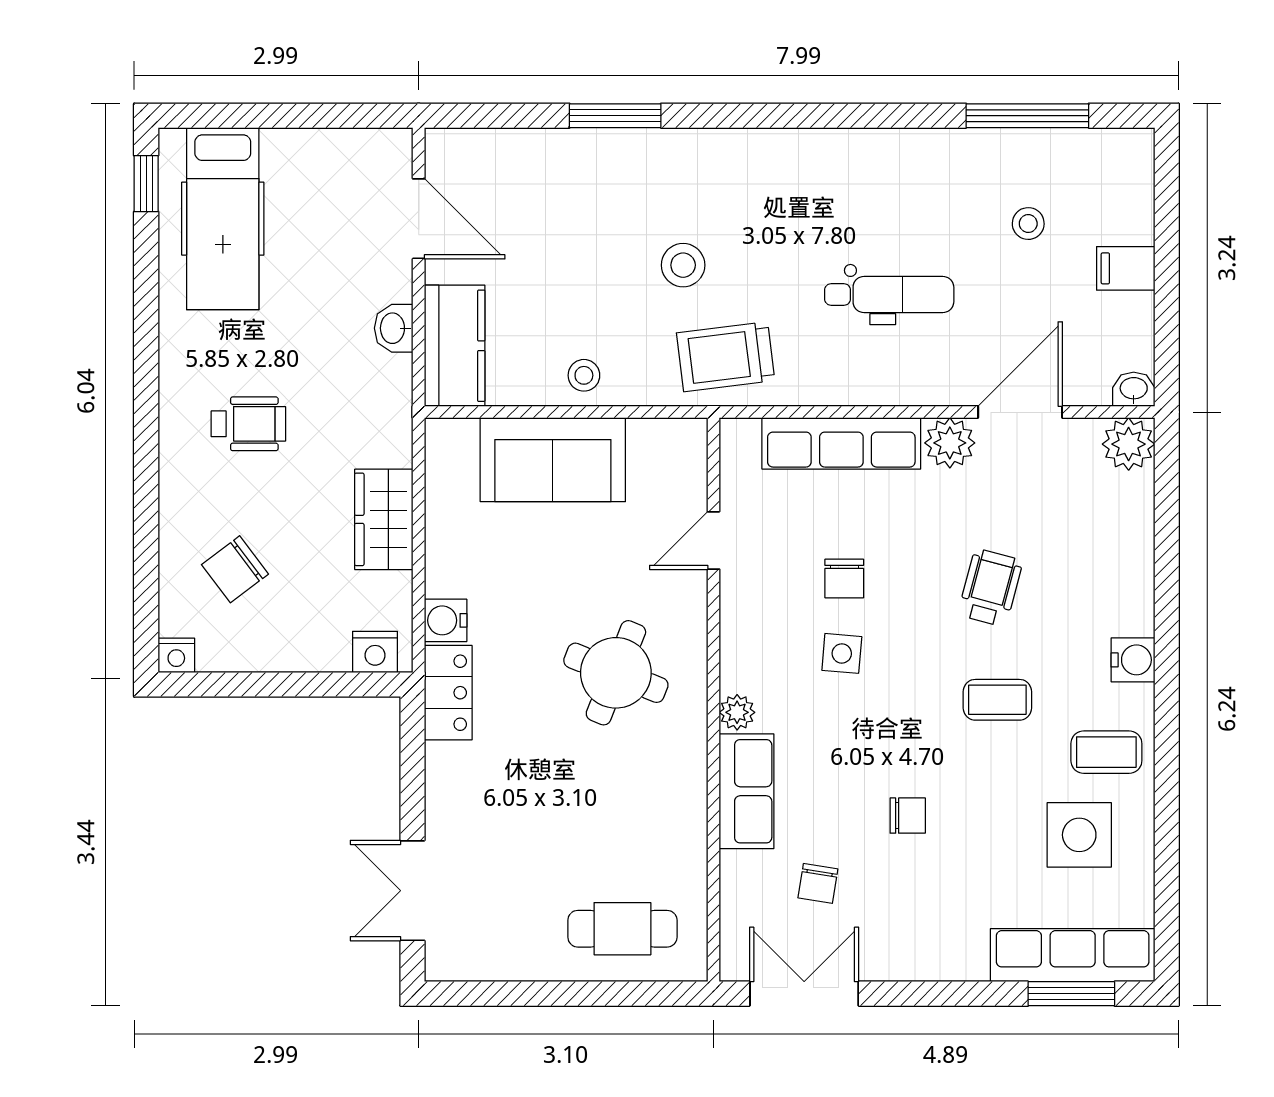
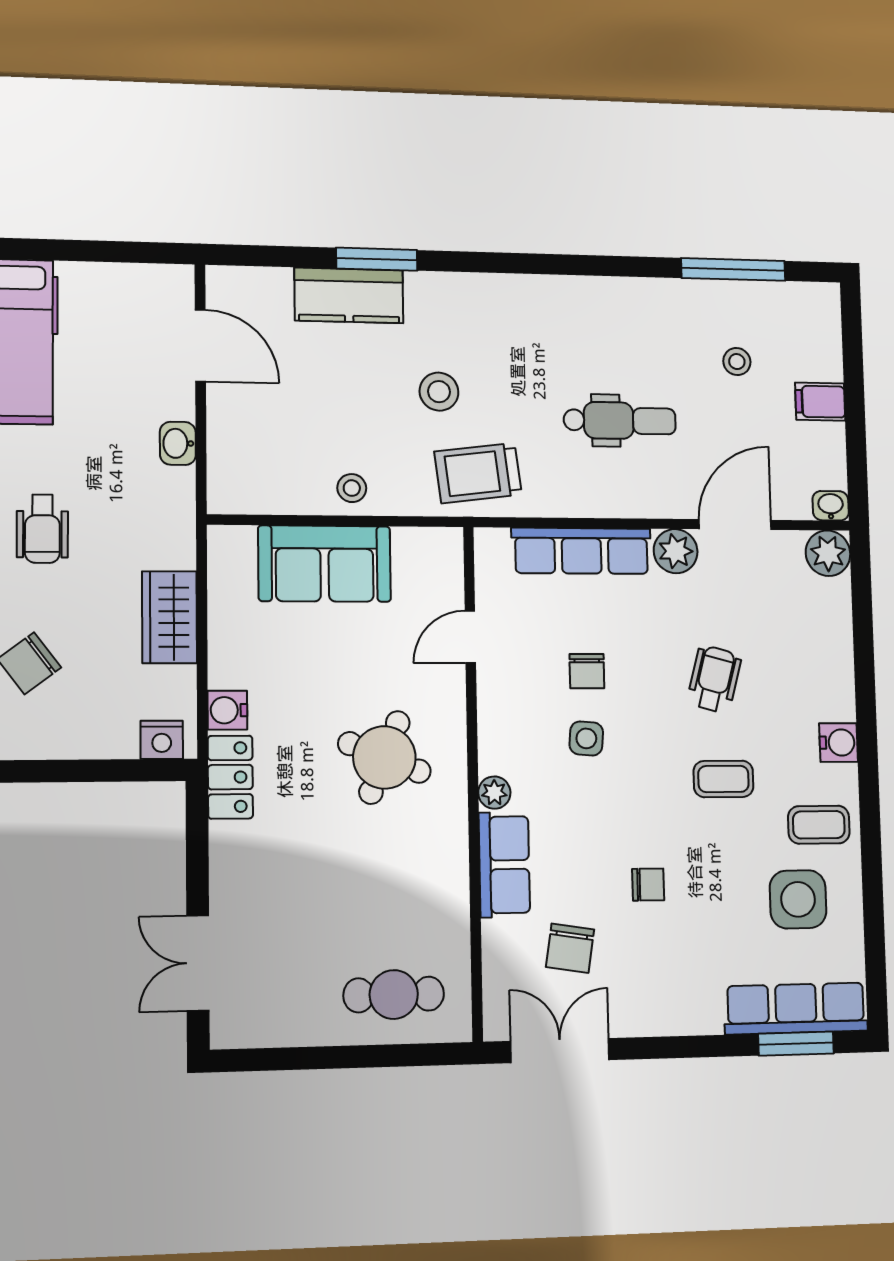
kitchen counter: (455, 346) -> (349, 295), moved, turned 90
wheelchair: (248, 424) -> (42, 529), turned 90
chair: (818, 883) -> (570, 948), width x1.37, depth x1.37

